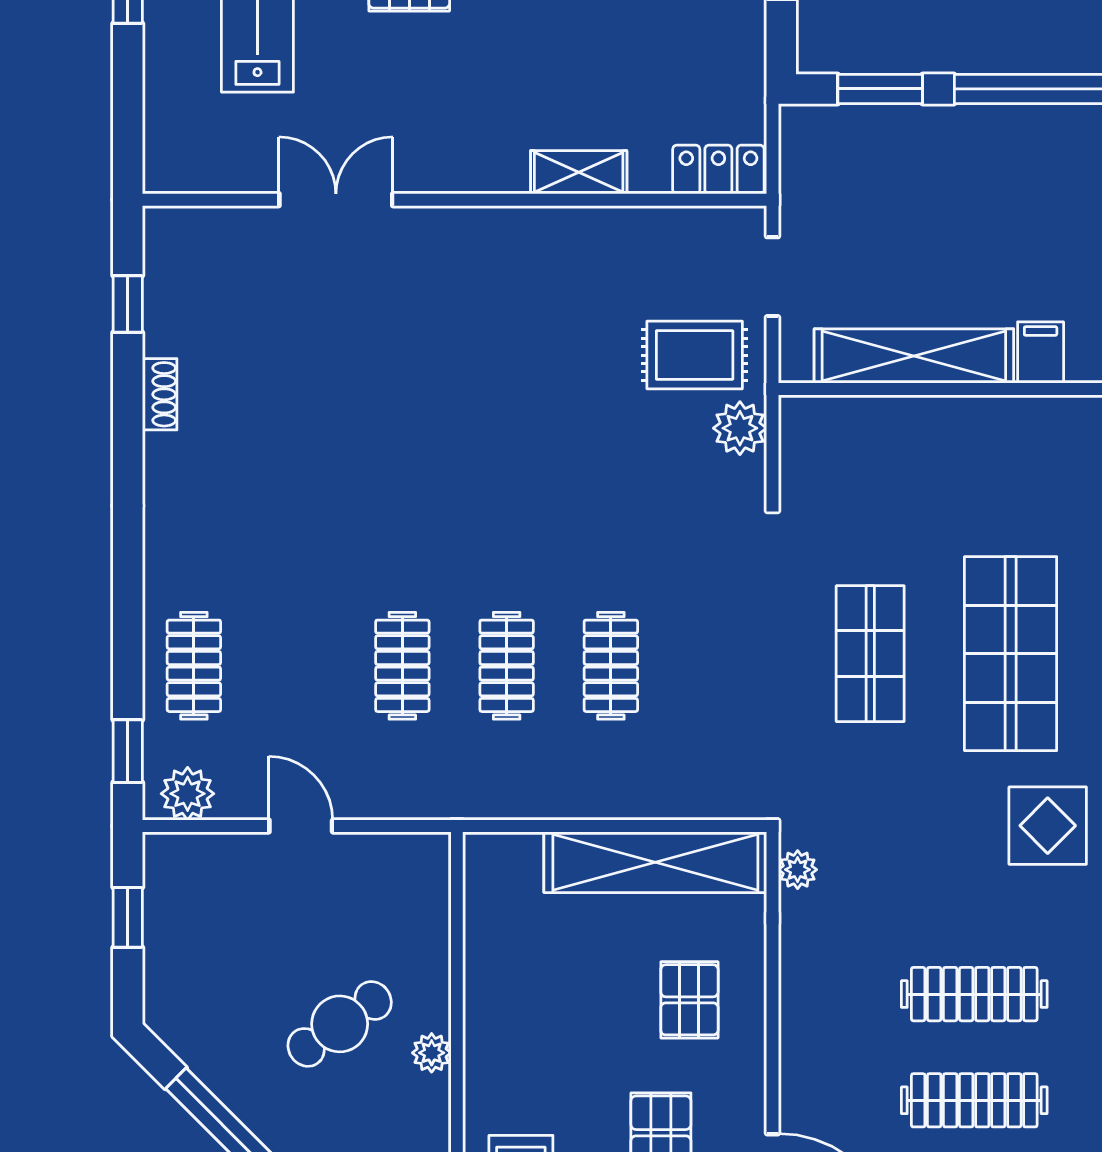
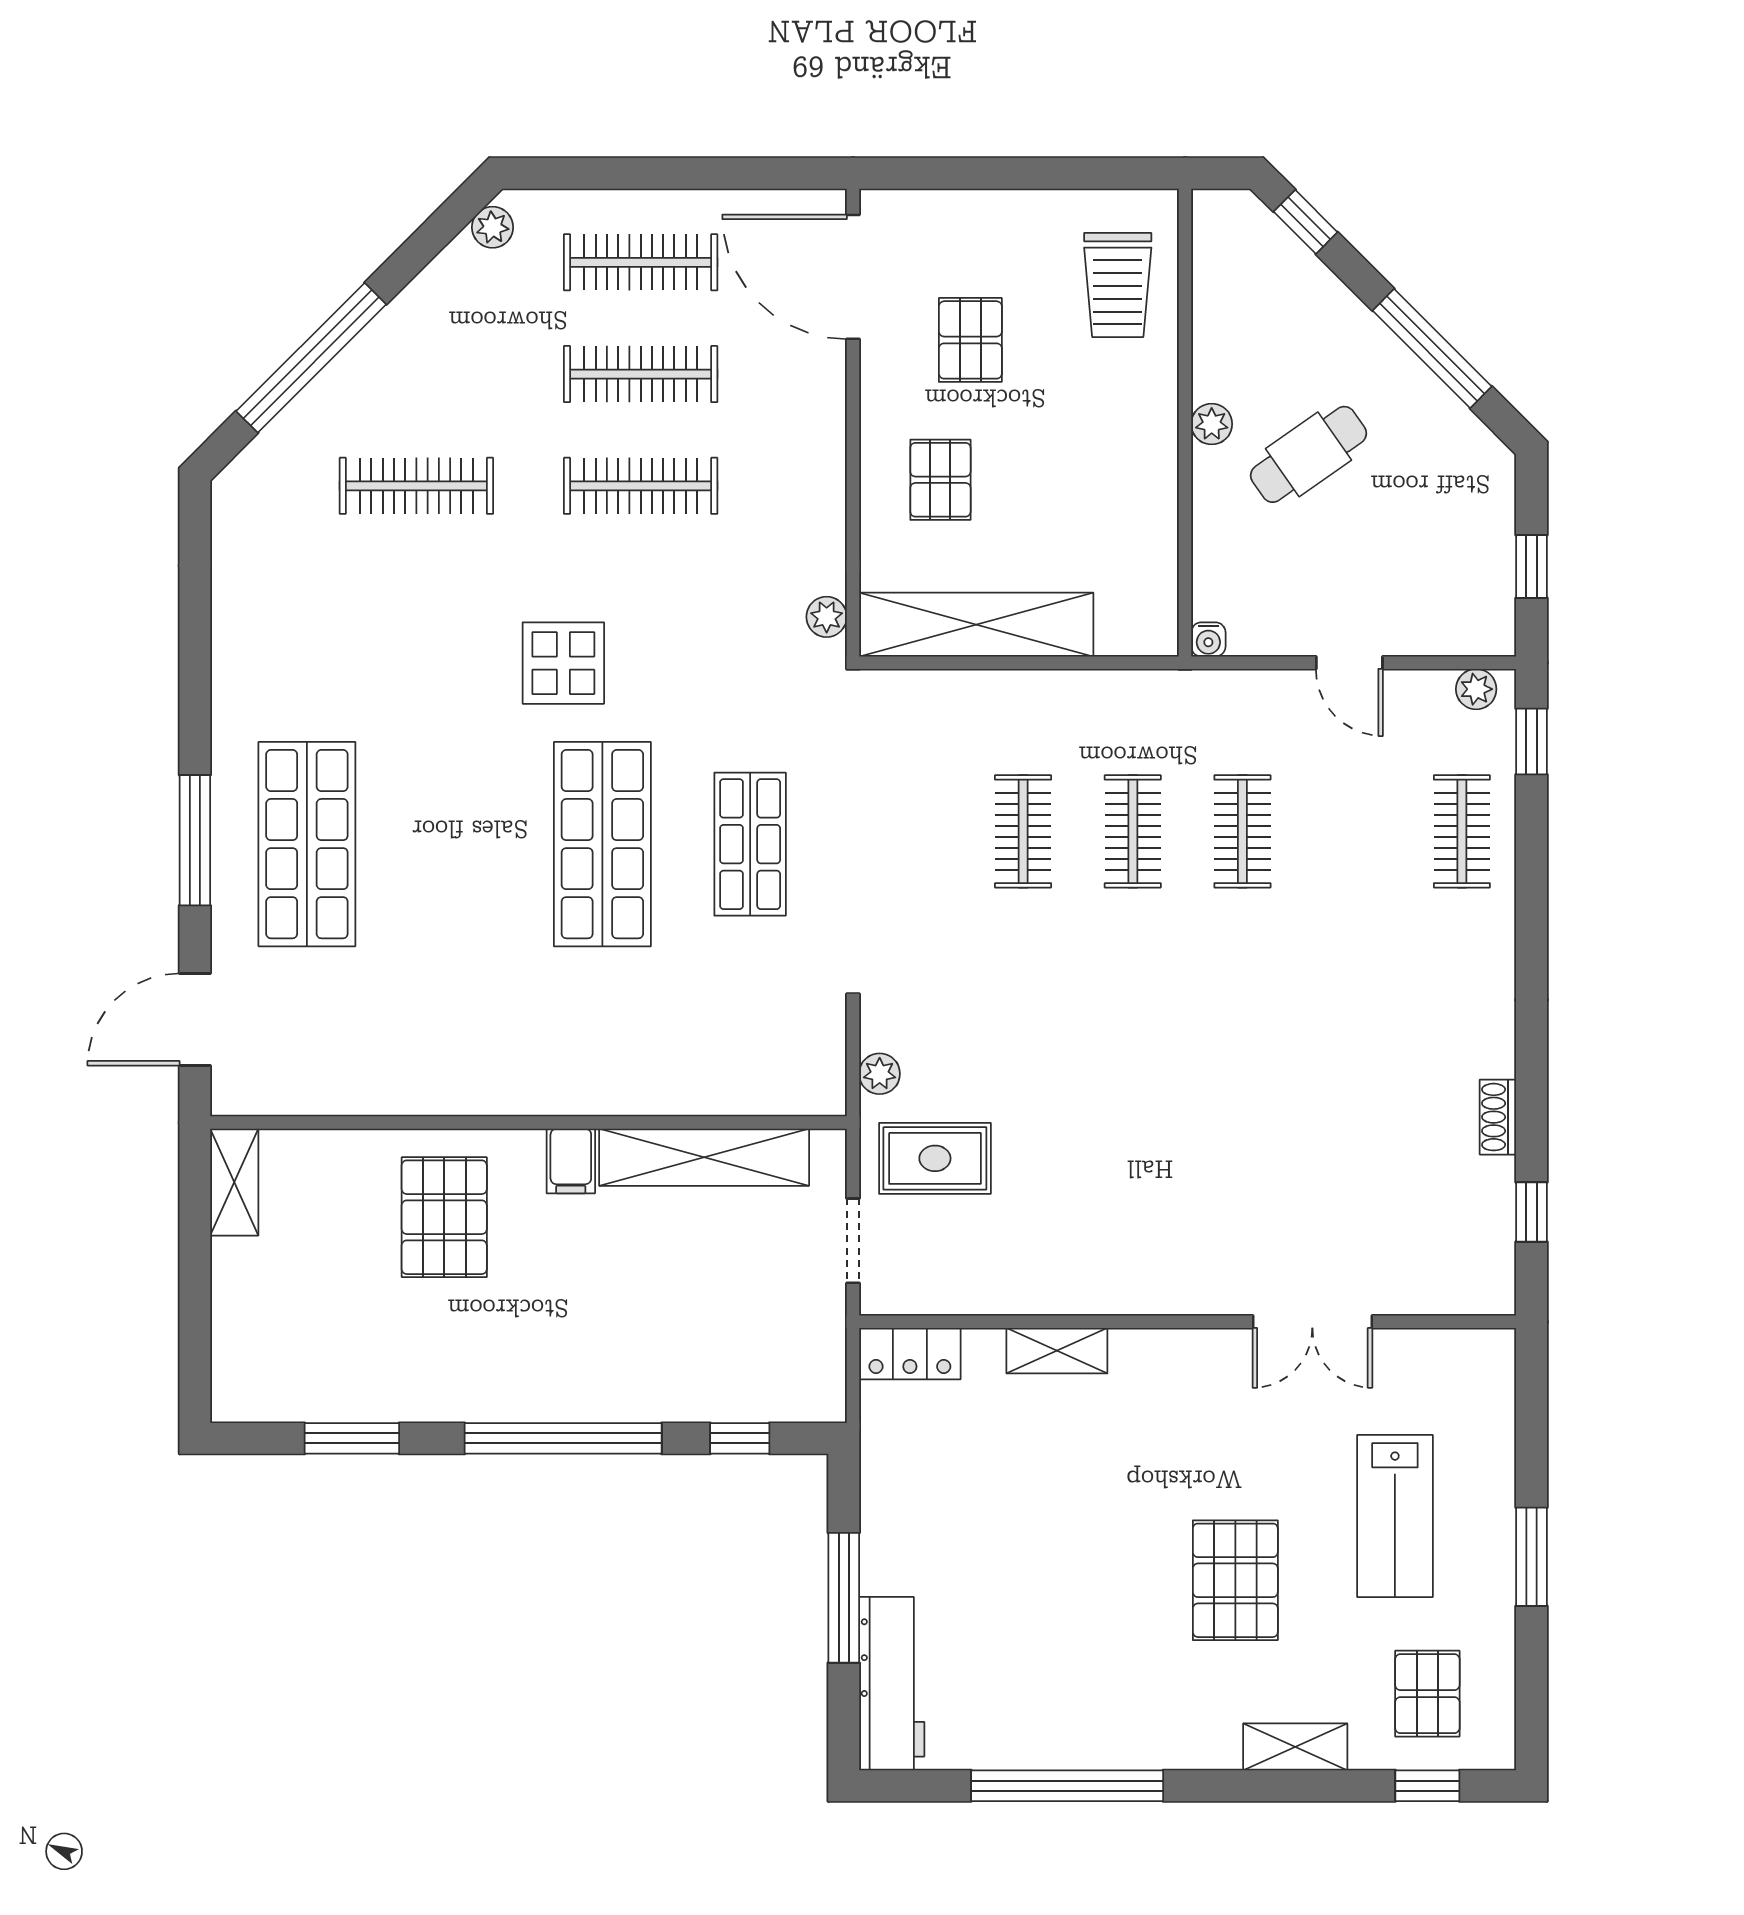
window: (880, 89) -> (740, 1438), width x0.67
plant: (740, 428) -> (880, 1074), width x0.73, depth x0.73
plant: (188, 794) -> (1476, 689), width x0.73, depth x0.73
water cooler: (435, 848) -> (1208, 639), added

